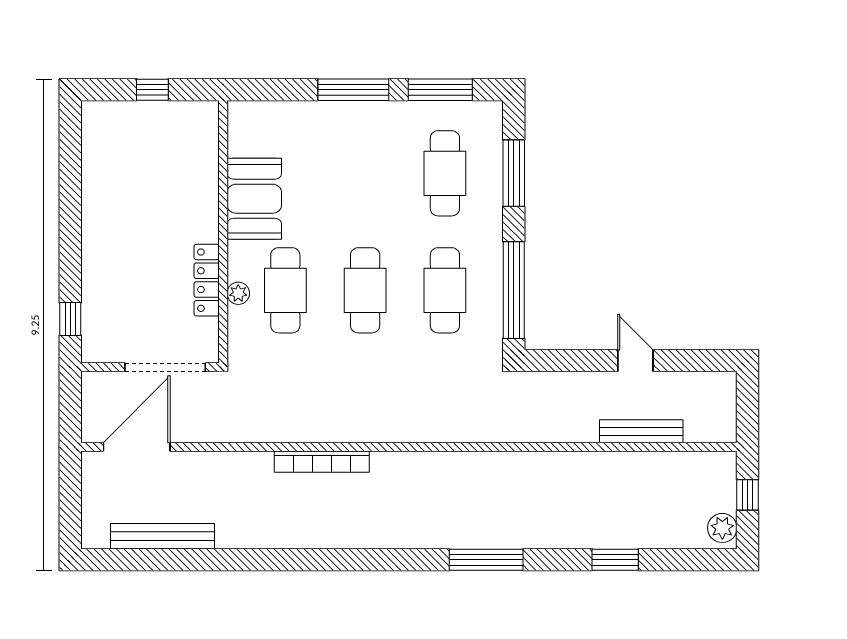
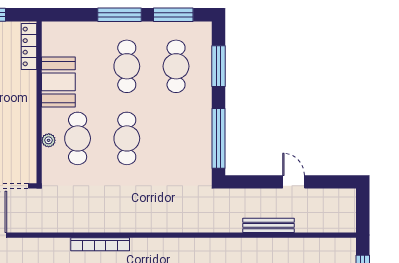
locker: (207, 280) -> (29, 46), moved
cafe table: (445, 290) -> (127, 66), moved
bench: (641, 431) -> (269, 225), moved

